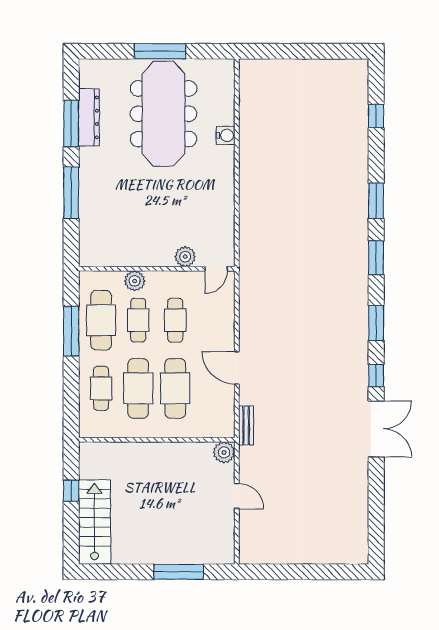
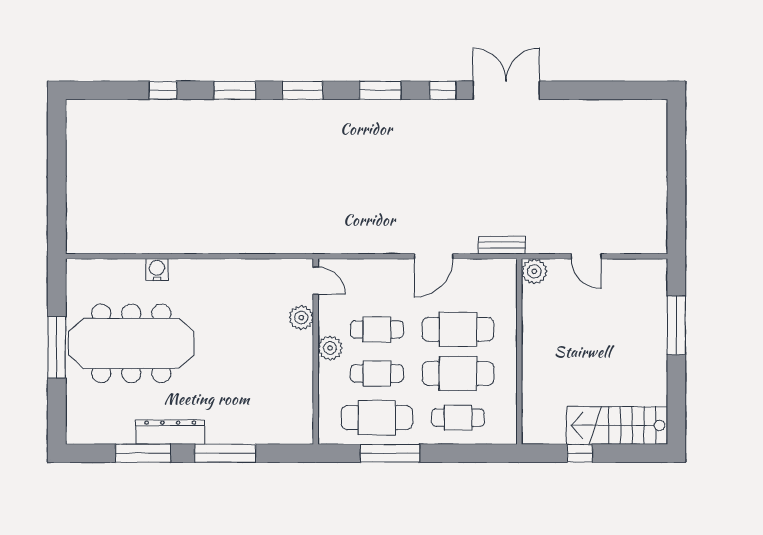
window: (376, 116) -> (163, 90), moved
dresser: (89, 117) -> (170, 432), moved
plant: (135, 281) -> (330, 348), moved
door: (237, 496) -> (586, 256), swing flipped

